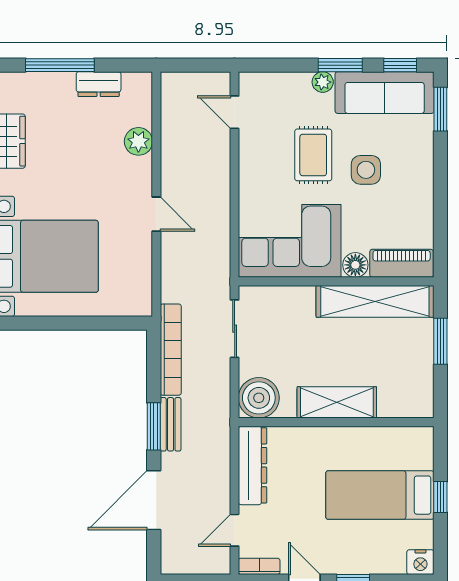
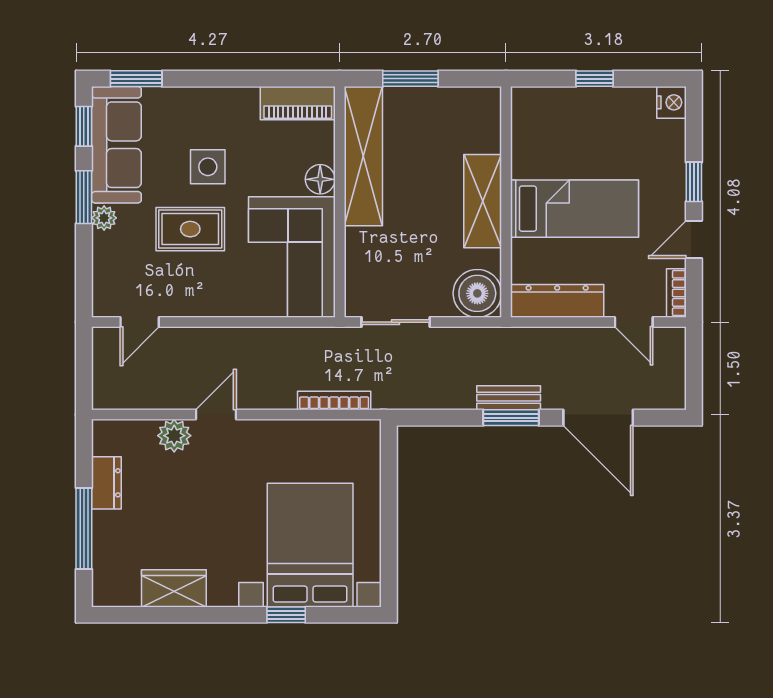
door: (156, 214) -> (216, 414), moved
piano: (402, 263) -> (298, 103), moved, turned -90
bookcase: (171, 350) -> (334, 401), moved, width x0.68, depth x0.76
bed: (380, 495) -> (575, 209), moved, turned -90

